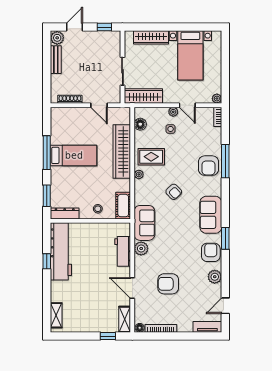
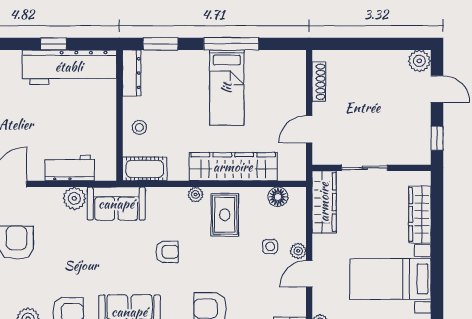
bench: (56, 60) -> (384, 59), removed
armchair: (174, 192) -> (167, 252), turned -136

